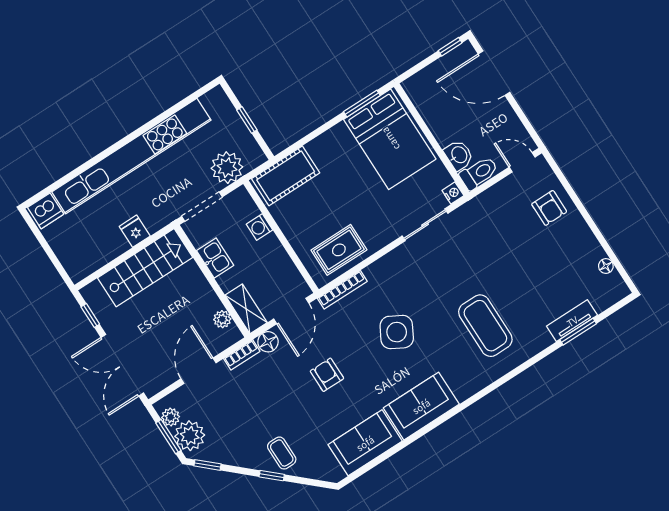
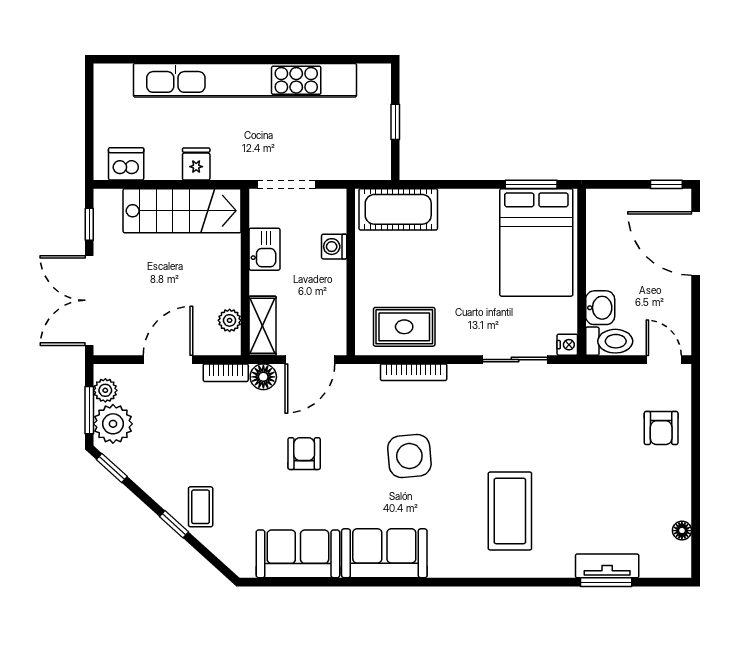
plant: (227, 168) -> (340, 160), removed
dishwasher: (46, 211) -> (126, 164), moved, turned 180
bookcase: (342, 290) -> (414, 372), moved
side table: (397, 332) -> (409, 456), turned -34

